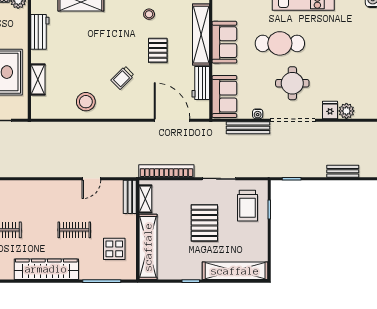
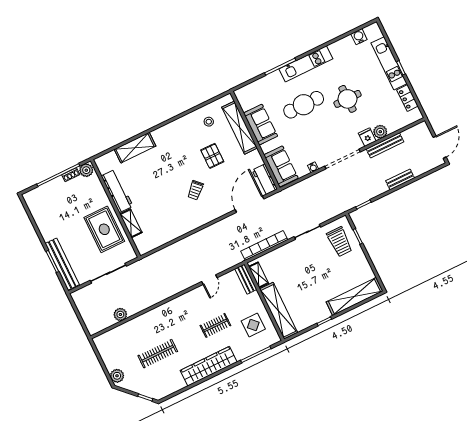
stool: (149, 14) -> (209, 122), moved
workbench: (40, 32) -> (117, 191), width x1.38
workbench: (201, 83) -> (265, 180), moved
round table: (292, 83) -> (347, 99), moved
stool: (86, 102) -> (176, 222), removed
door: (172, 120) -> (249, 204), hinge flipped
bench: (248, 128) -> (385, 145), moved
pallet: (204, 223) -> (313, 271), removed

